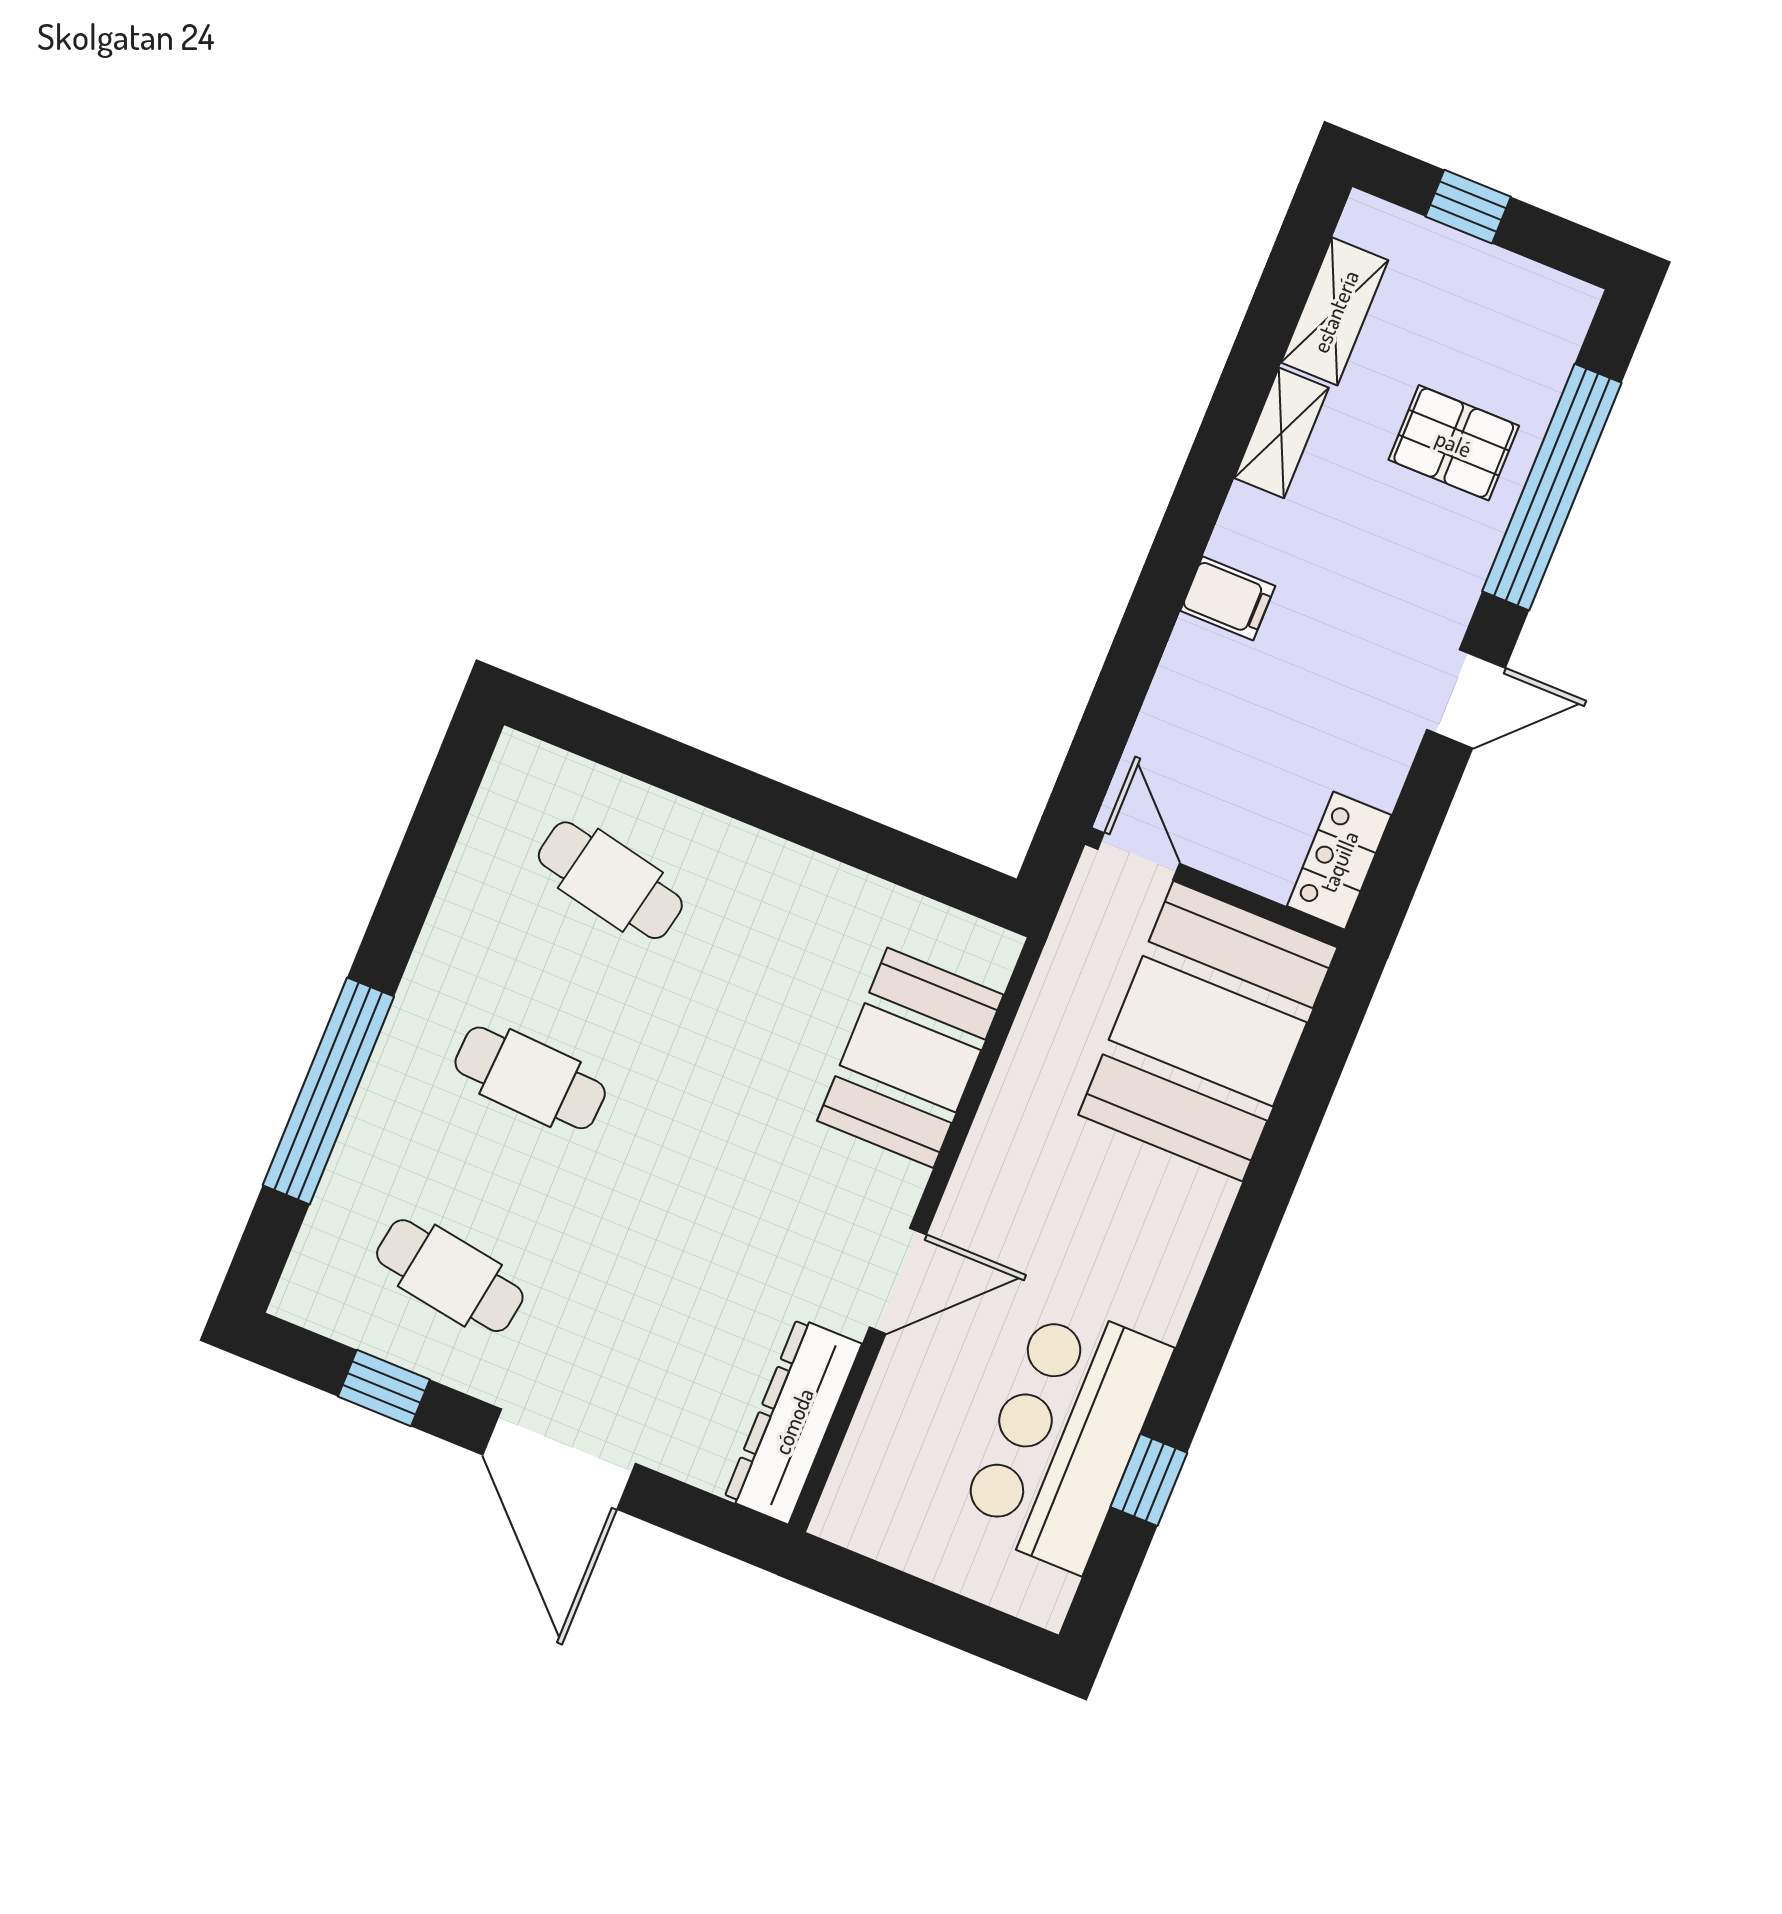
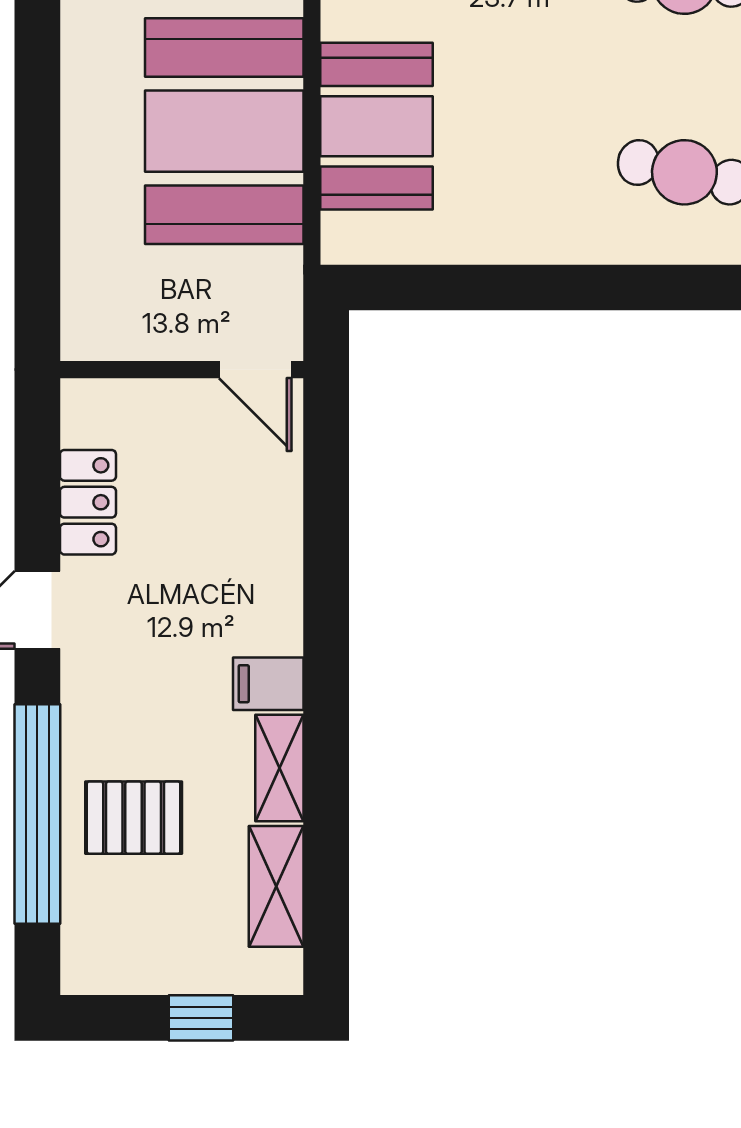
filing cabinet: (1228, 598) -> (268, 684), moved
locker: (1339, 861) -> (88, 502), moved
booth: (1208, 1031) -> (224, 131), moved

